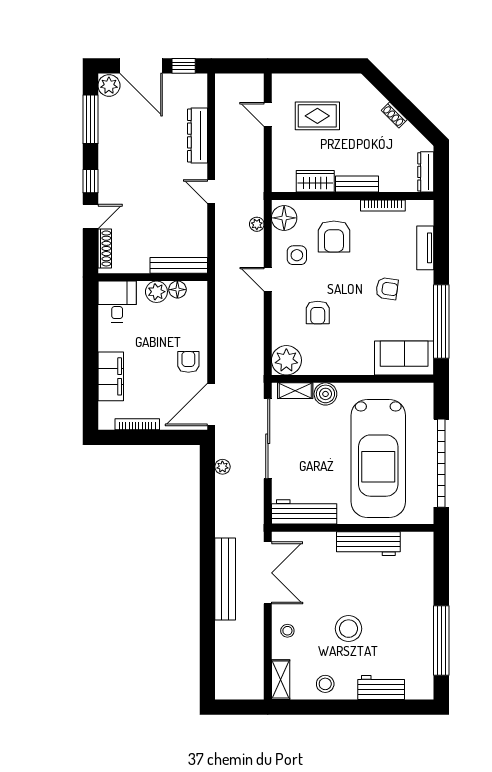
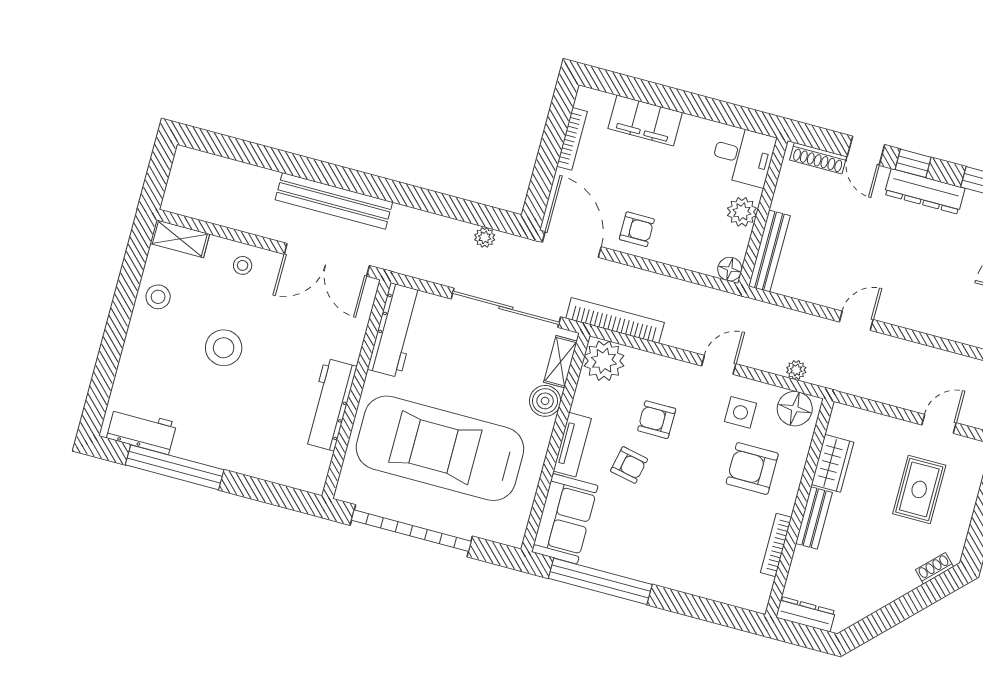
shoe rack: (394, 115) -> (935, 568), moved
dresser: (198, 136) -> (925, 191), moved, turned 180
tv unit: (425, 248) -> (572, 445), moved, turned 90
armchair: (387, 289) -> (629, 465), moved, turned -86
floor lamp: (177, 290) -> (730, 269), moved
bookcase: (256, 360) -> (615, 320), added
workbench: (381, 687) -> (142, 430), moved, turned -90

